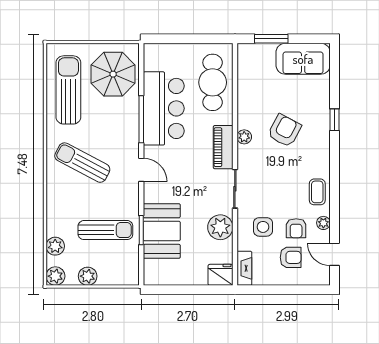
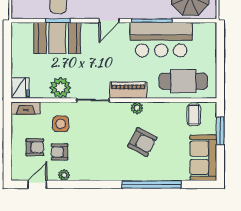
window: (334, 120) -> (152, 184), width x3.17
coffee table: (317, 192) -> (194, 115), moved, turned 90
armchair: (291, 257) -> (35, 147), turned -90

